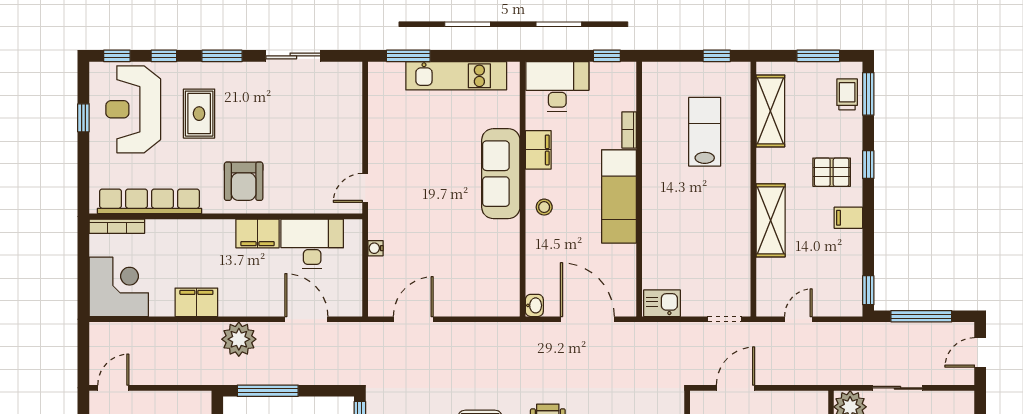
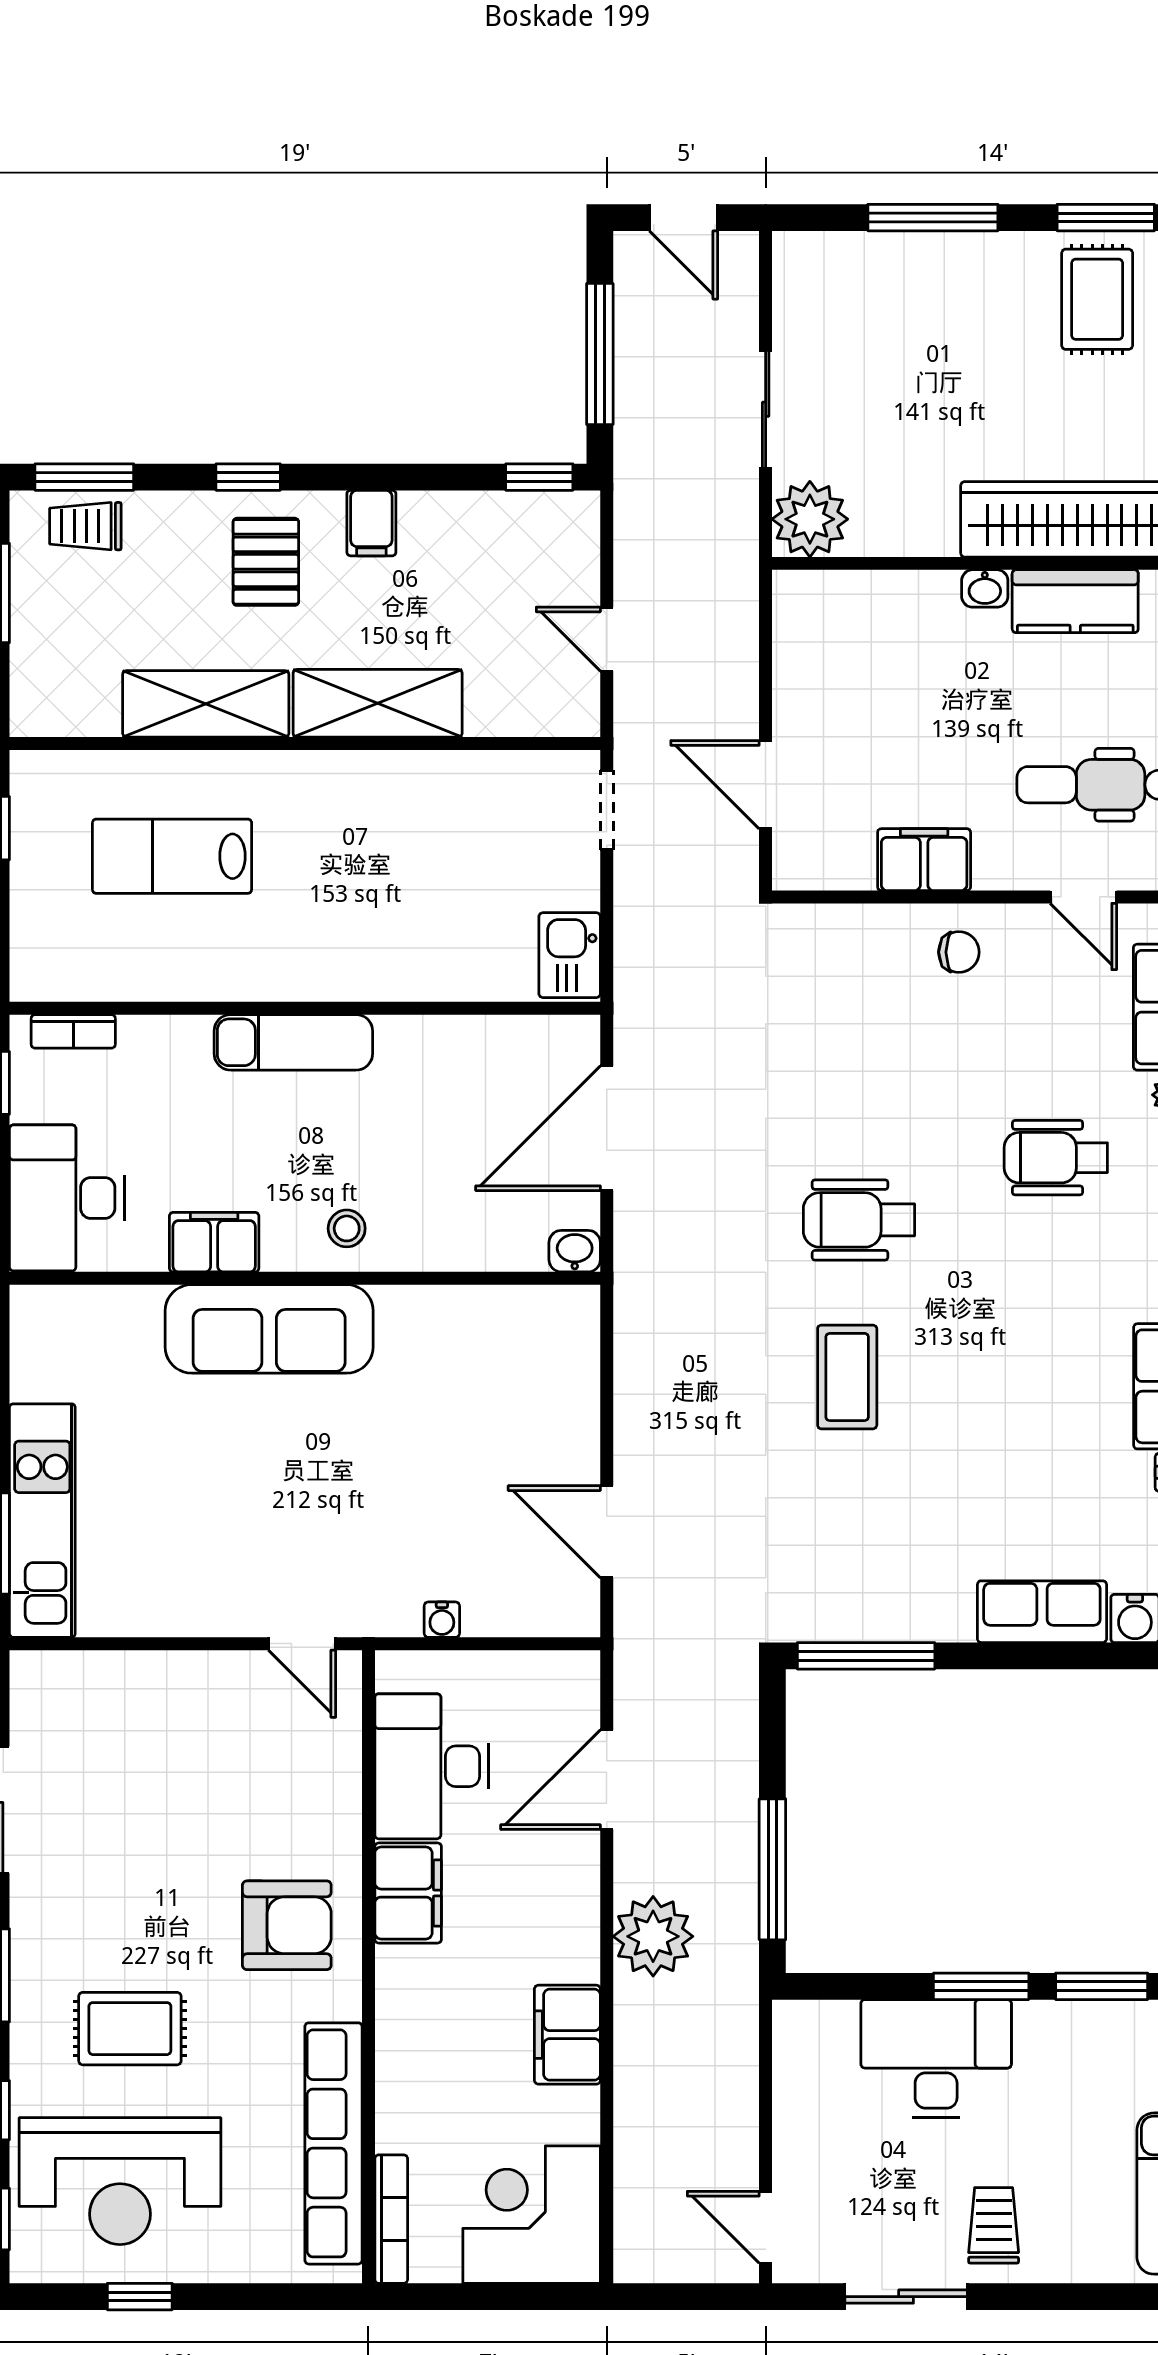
kitchen unit: (456, 76) -> (42, 1521), moved
shelving: (770, 111) -> (206, 704), moved
bookcase: (629, 130) -> (73, 1031), moved
exam couch: (619, 197) -> (293, 1042), width x0.73, depth x0.69

